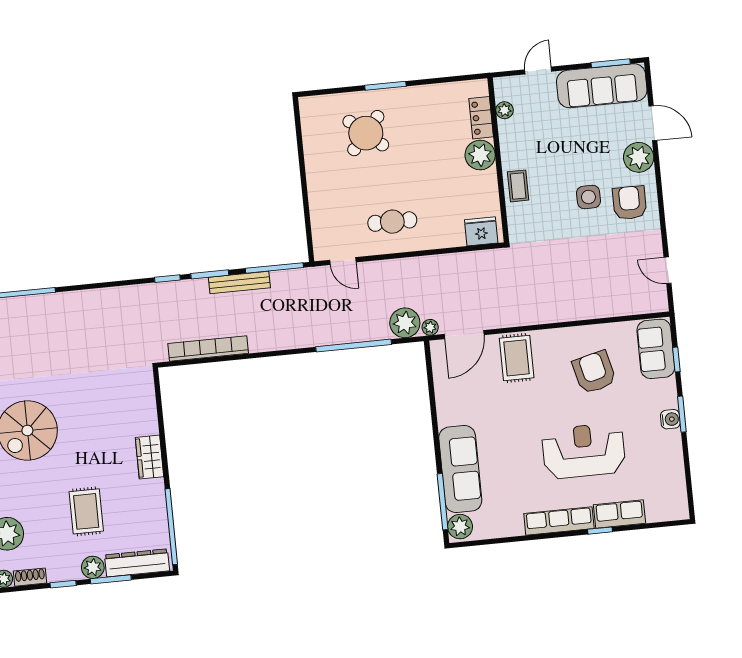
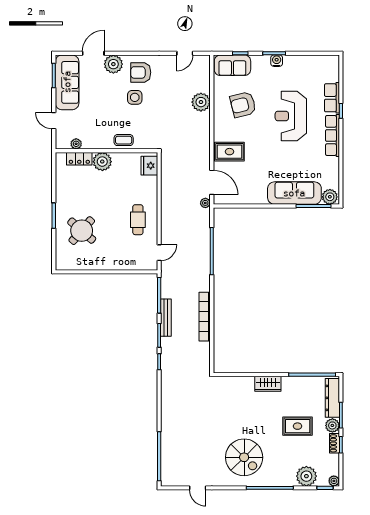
plant: (405, 323) -> (201, 102), moved
bookcase: (208, 348) -> (205, 317), moved
shoe rack: (30, 577) -> (335, 443), moved

